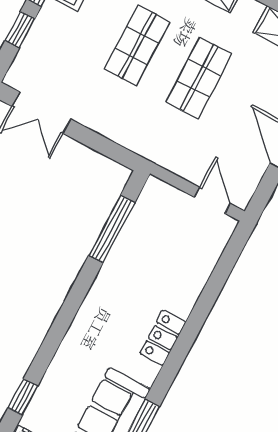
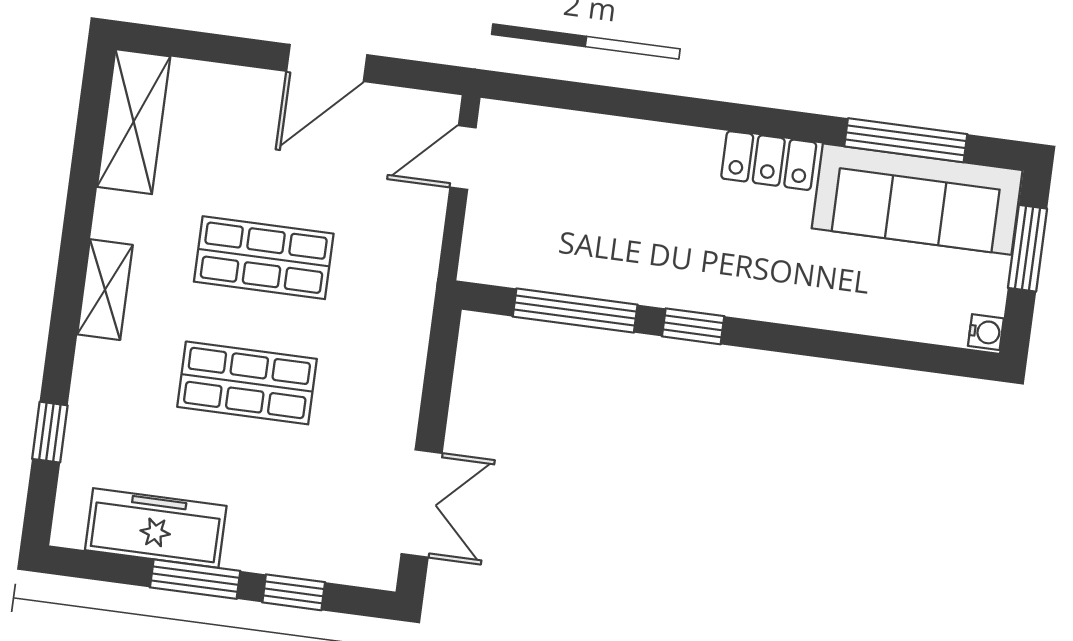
locker: (163, 338) -> (769, 161), moved
window: (23, 397) -> (693, 326), moved

